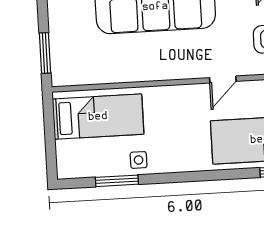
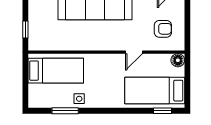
window: (45, 53) -> (25, 30), width x0.67

